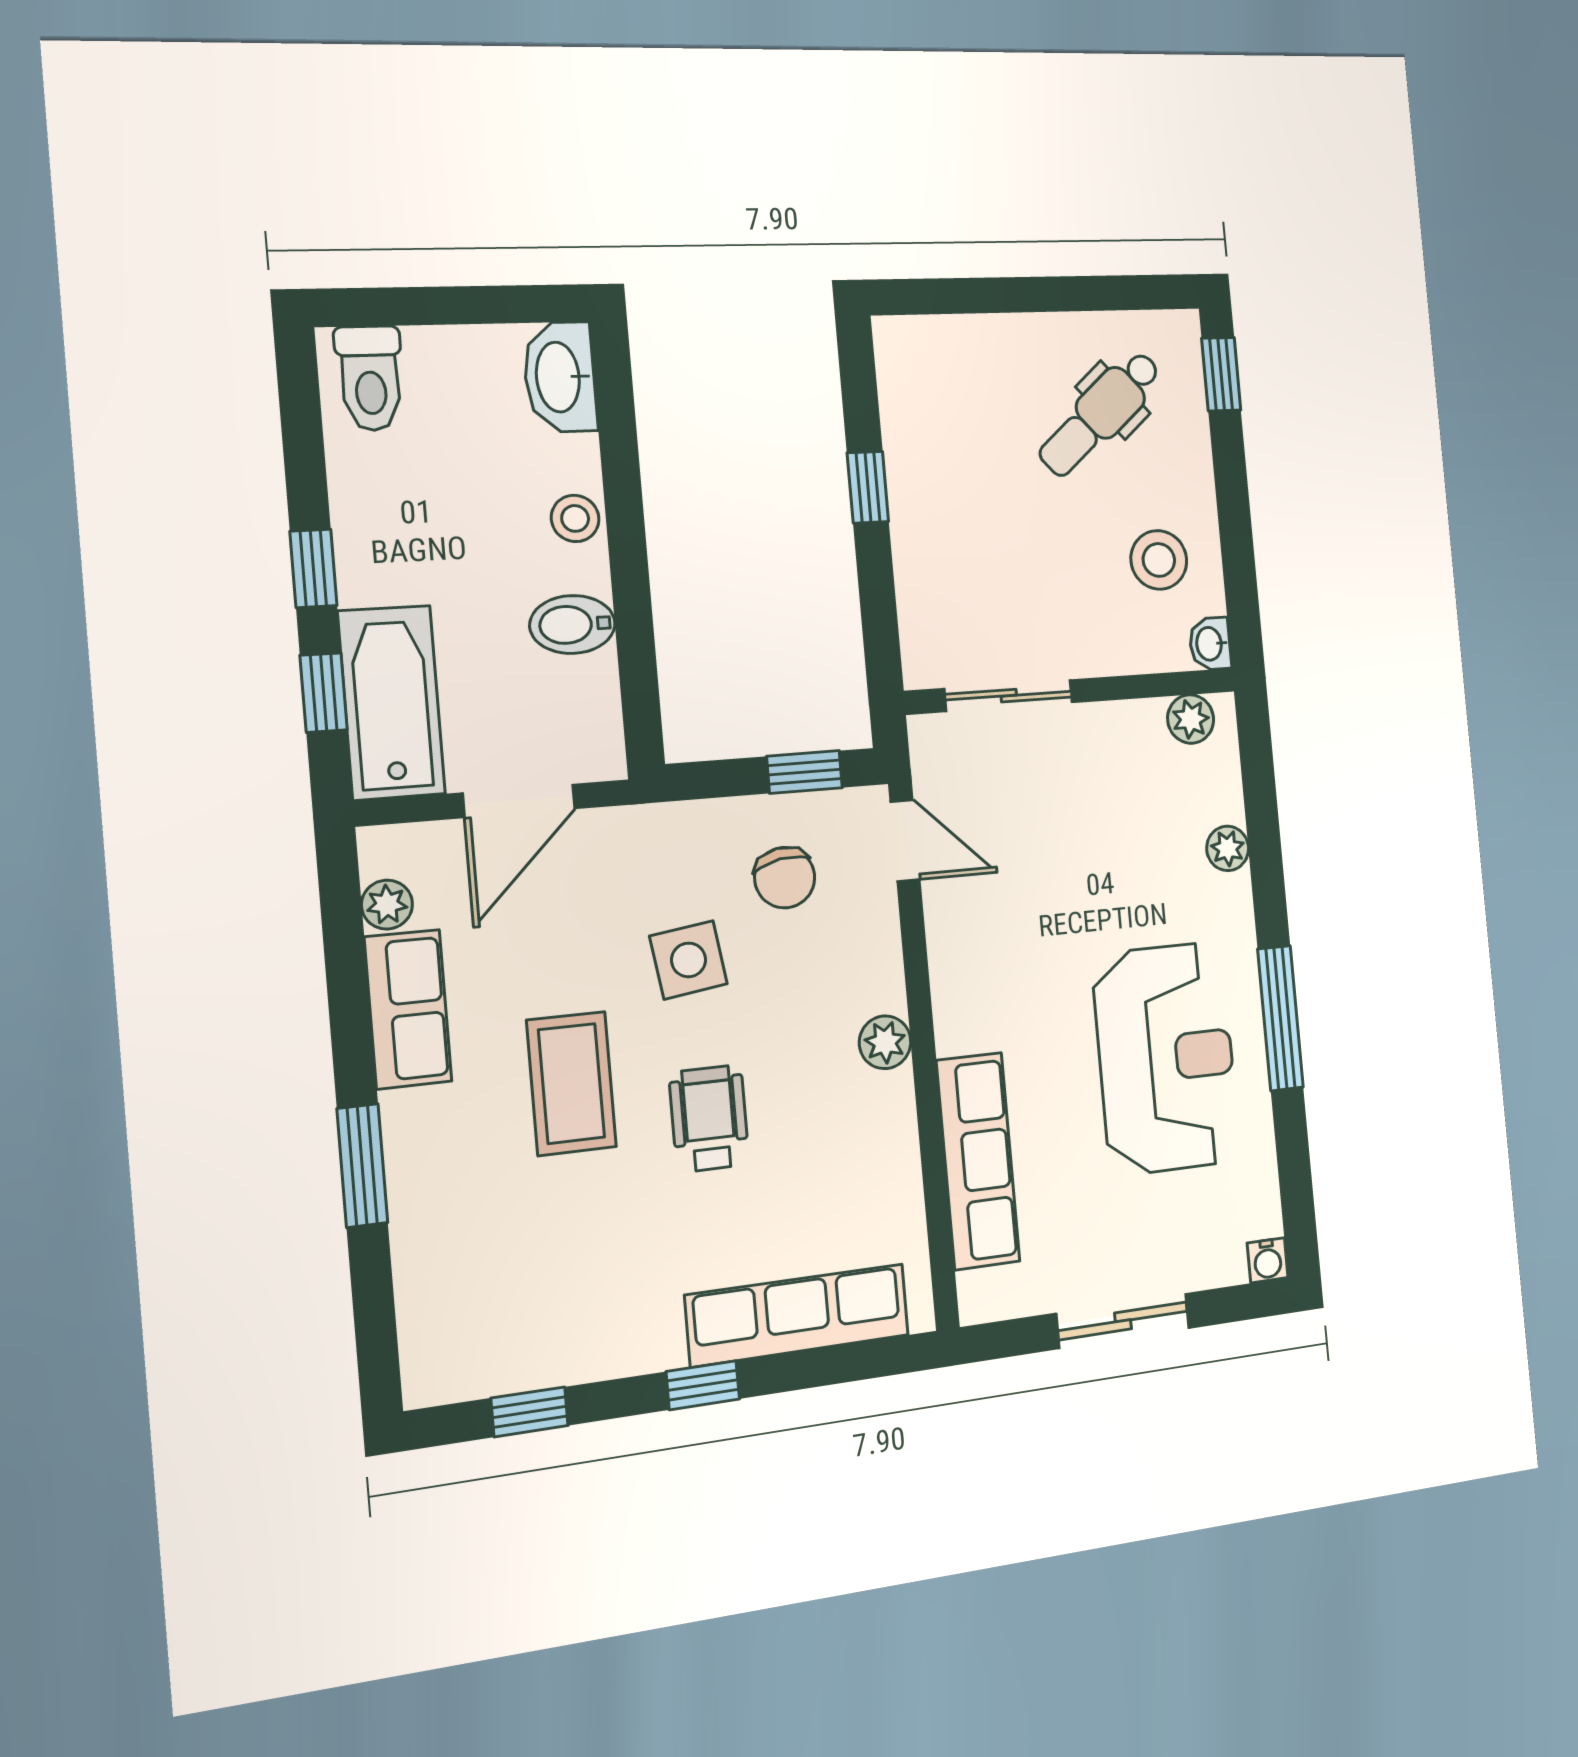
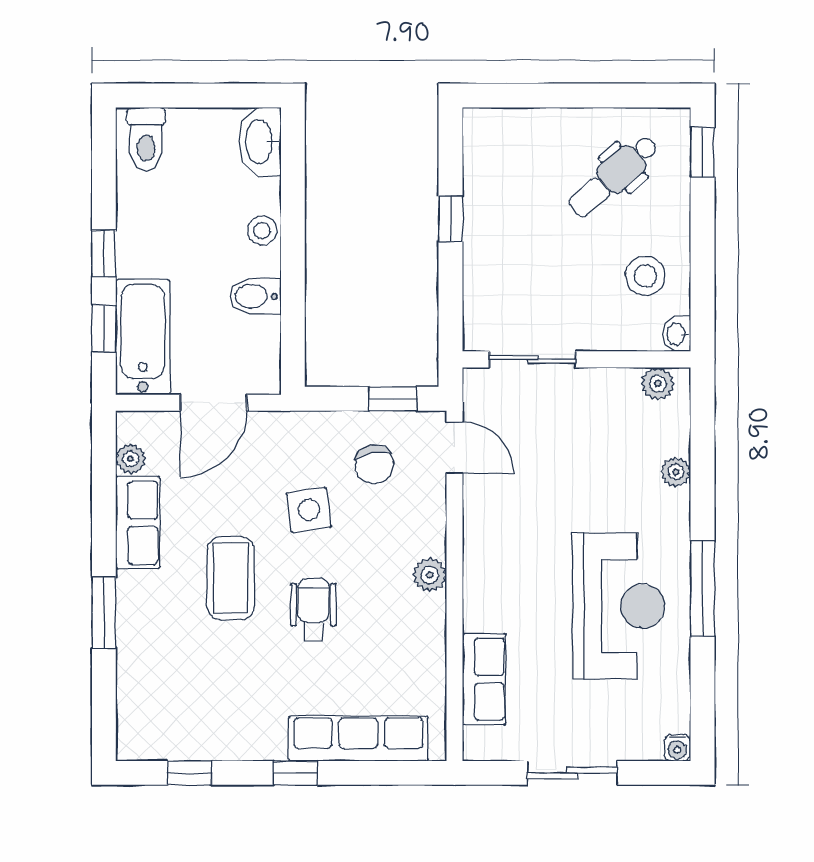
row of seats: (978, 1161) -> (484, 679), width x0.68

